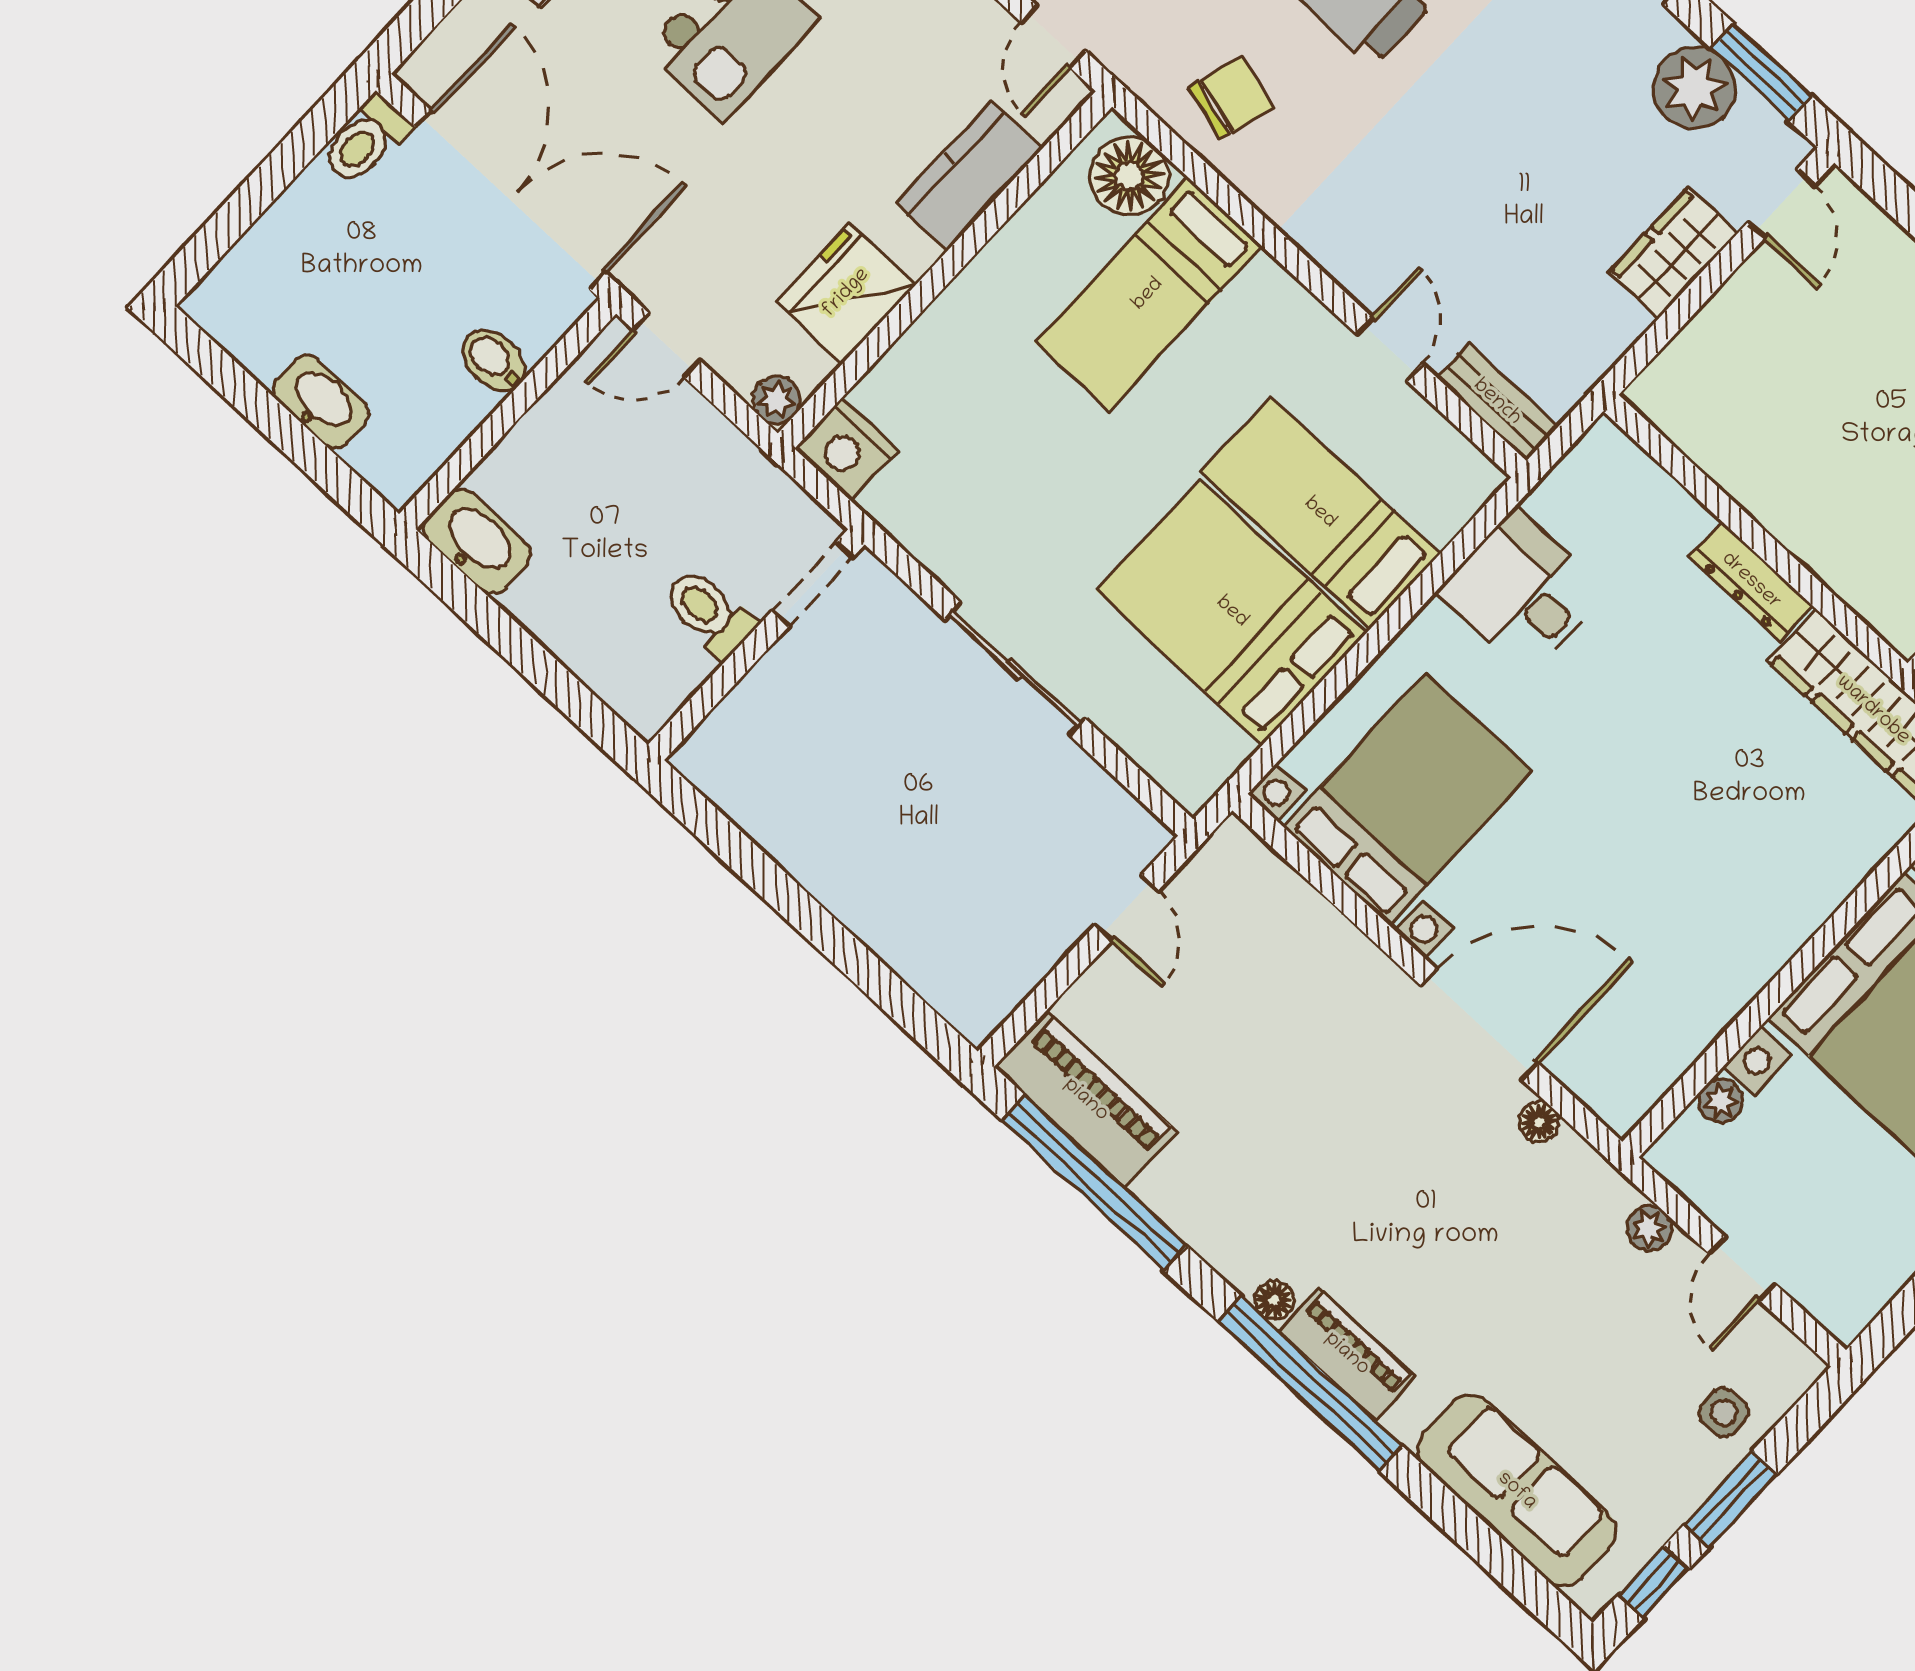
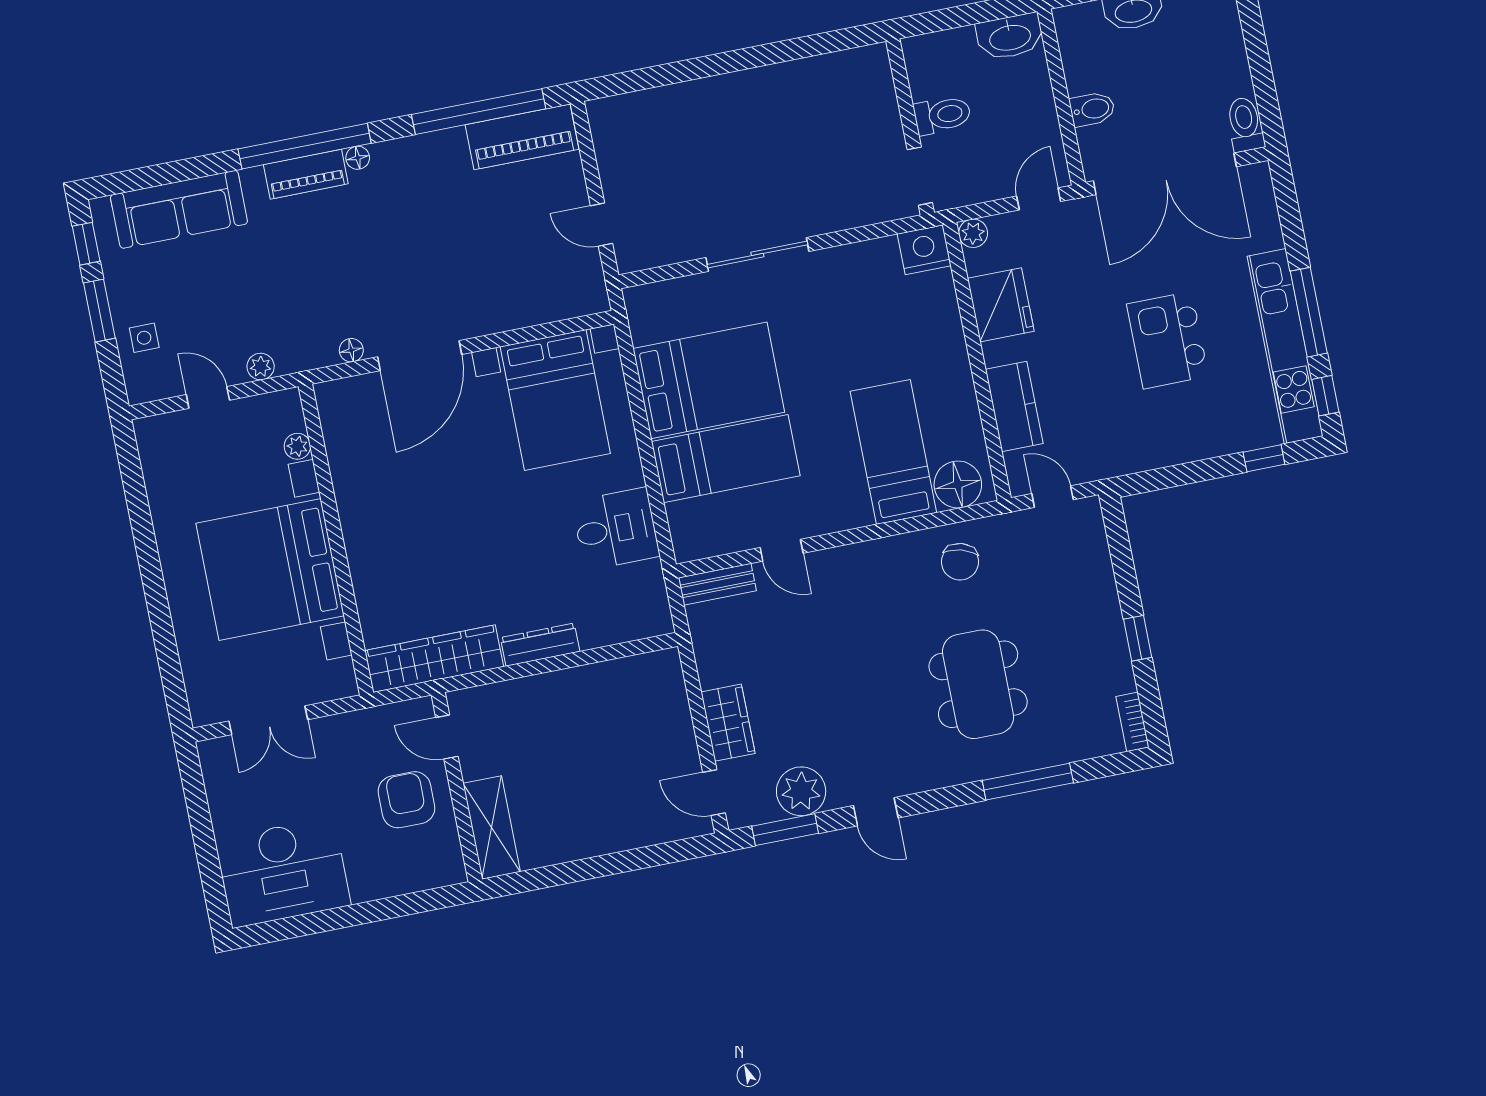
doorway: (813, 584) -> (920, 176), moved
toilet: (709, 613) -> (942, 115), moved
wall: (756, 645) -> (910, 127), moved

